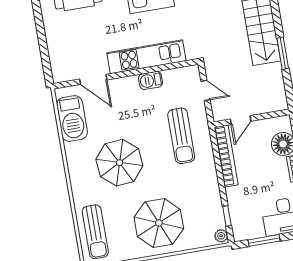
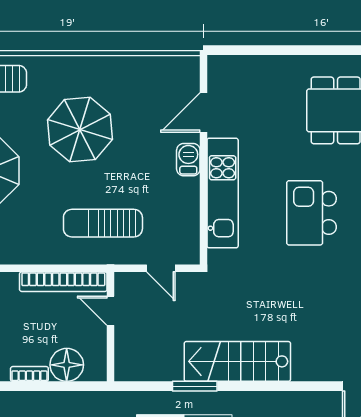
barbecue: (151, 80) -> (188, 160), moved
door: (205, 90) -> (161, 268), hinge flipped
barbecue: (72, 119) -> (154, 73), removed

